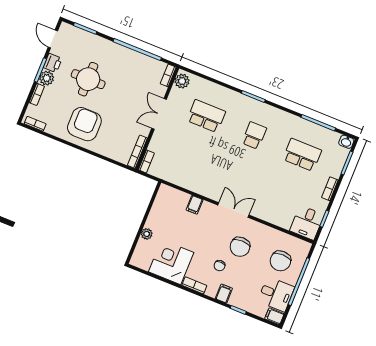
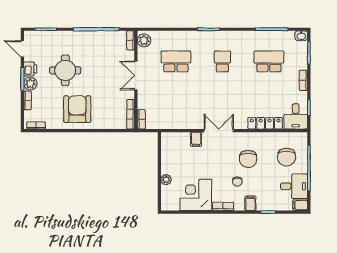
double door: (233, 210) -> (219, 131), moved
locker: (272, 217) -> (265, 123), added

